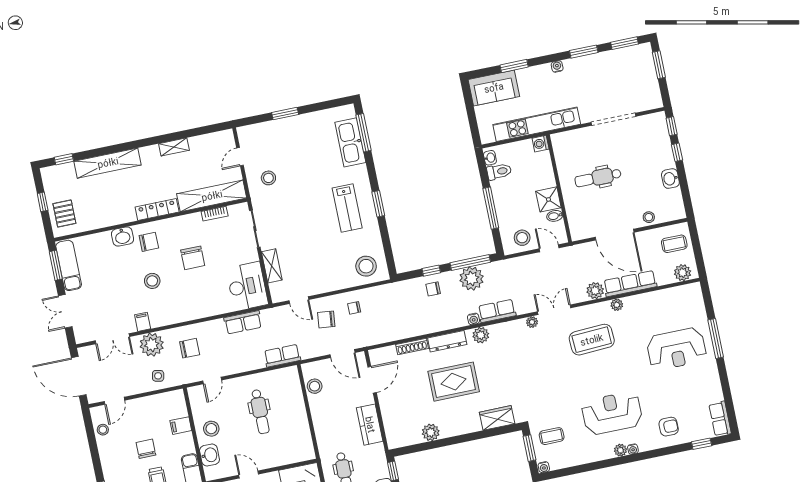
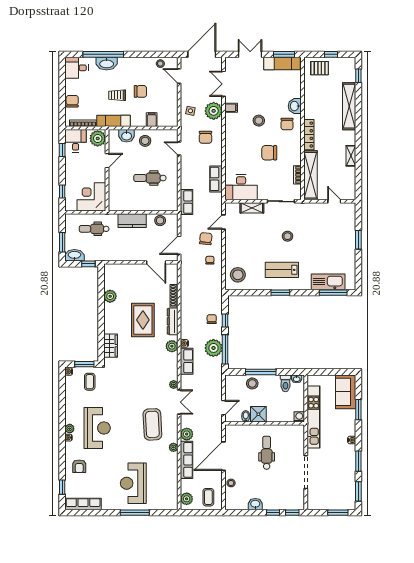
stool: (268, 178) -> (287, 236), moved
stool: (522, 238) -> (252, 383), moved
row of seats: (720, 419) -> (83, 504), width x1.48
kitchen counter: (370, 425) -> (132, 221), moved, turned 180

